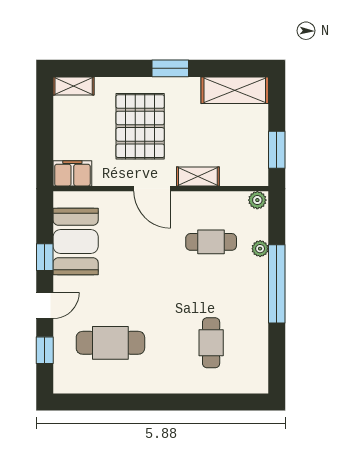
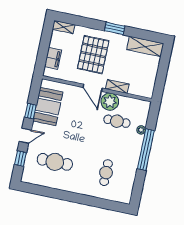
window: (277, 150) -> (160, 81), removed
filing cabinet: (72, 173) -> (53, 58), moved, turned 90
plant: (257, 200) -> (110, 102), moved, width x1.88, depth x1.88

